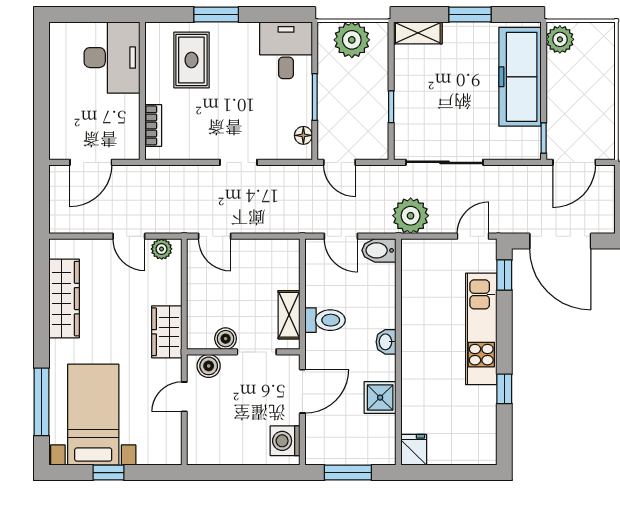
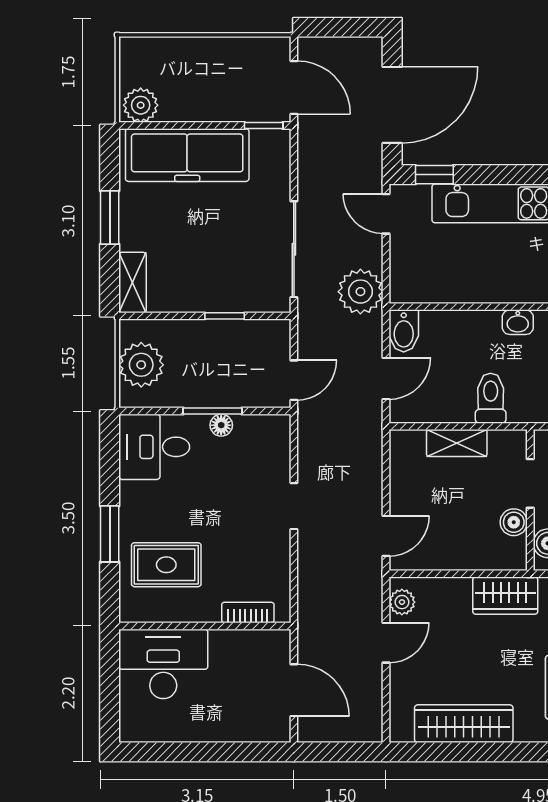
floor lamp: (303, 135) -> (221, 425), moved
shelving: (289, 315) -> (457, 443), moved

